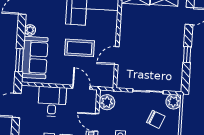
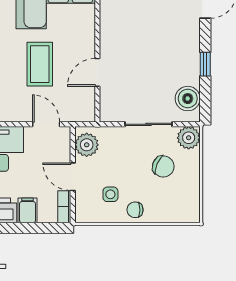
coffee table: (80, 48) -> (40, 64), turned 90
boiler: (174, 76) -> (188, 99), added

